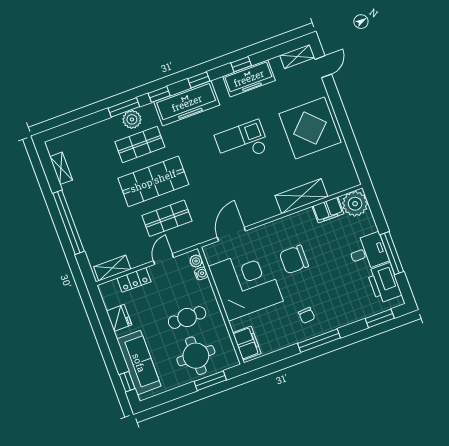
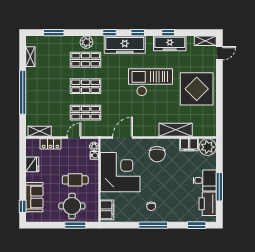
window: (124, 107) -> (54, 33), moved
checkout: (242, 143) -> (150, 82), width x1.36, depth x1.21
shop shelf: (153, 181) -> (86, 86), width x0.70, depth x0.74
chair: (294, 259) -> (157, 154), moved, turned -90
sofa: (139, 363) -> (34, 197), width x0.73

